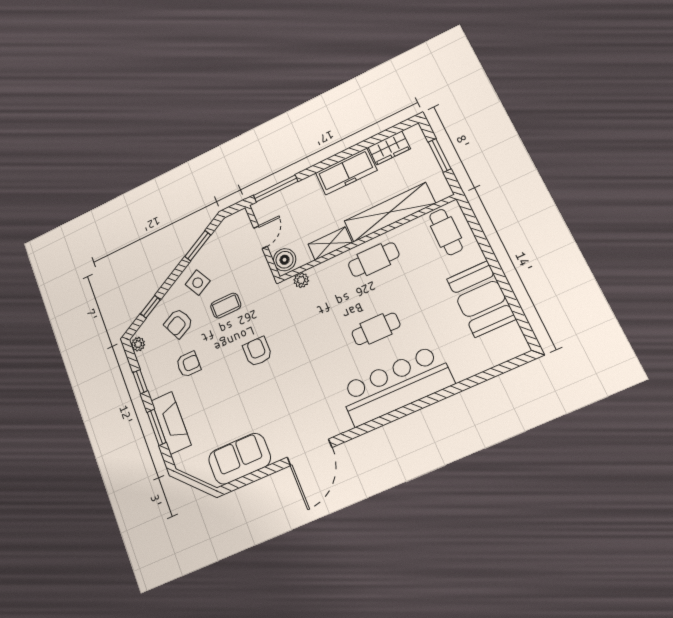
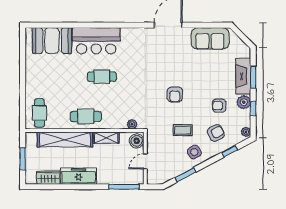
booth: (481, 299) -> (52, 41), moved, turned 90
plant: (156, 385) -> (244, 102), added
bar counter: (396, 386) -> (96, 41), width x0.73

